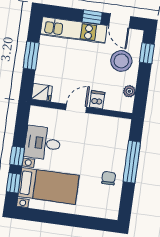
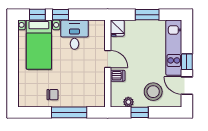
door: (120, 21) -> (187, 86), hinge flipped
window: (147, 53) -> (140, 112), moved

